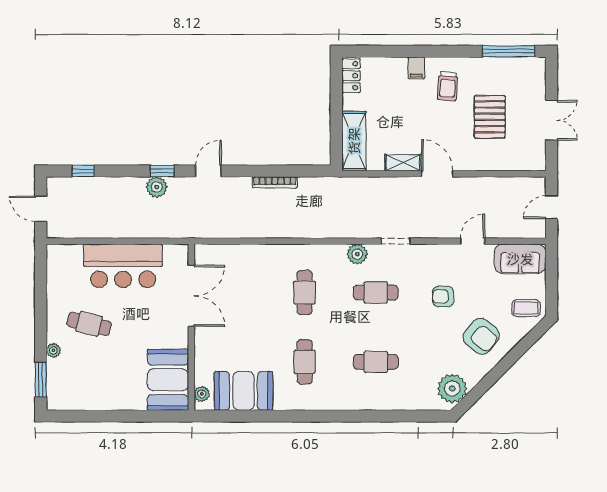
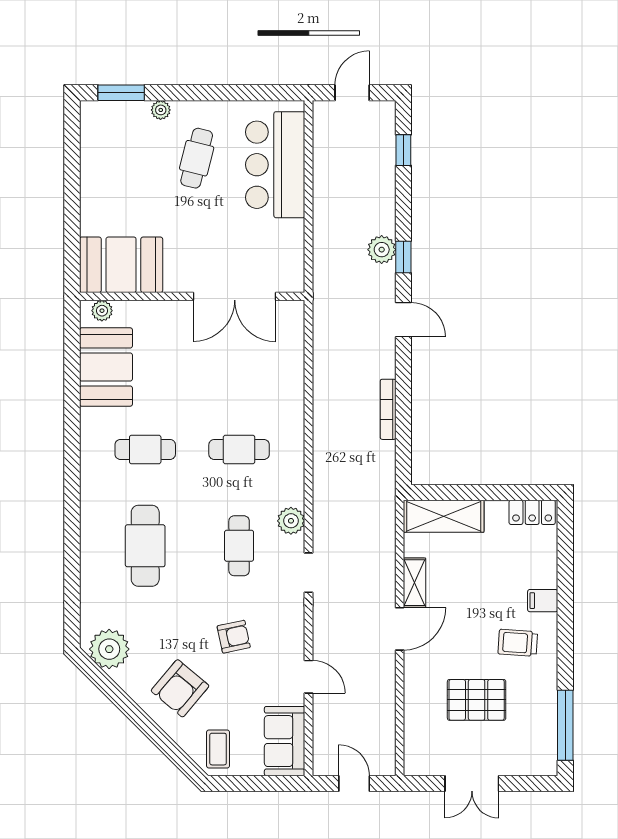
bar counter: (123, 266) -> (275, 165), moved
armchair: (443, 296) -> (234, 637), turned 78
cafe table: (376, 362) -> (145, 546), width x1.37, depth x1.35

